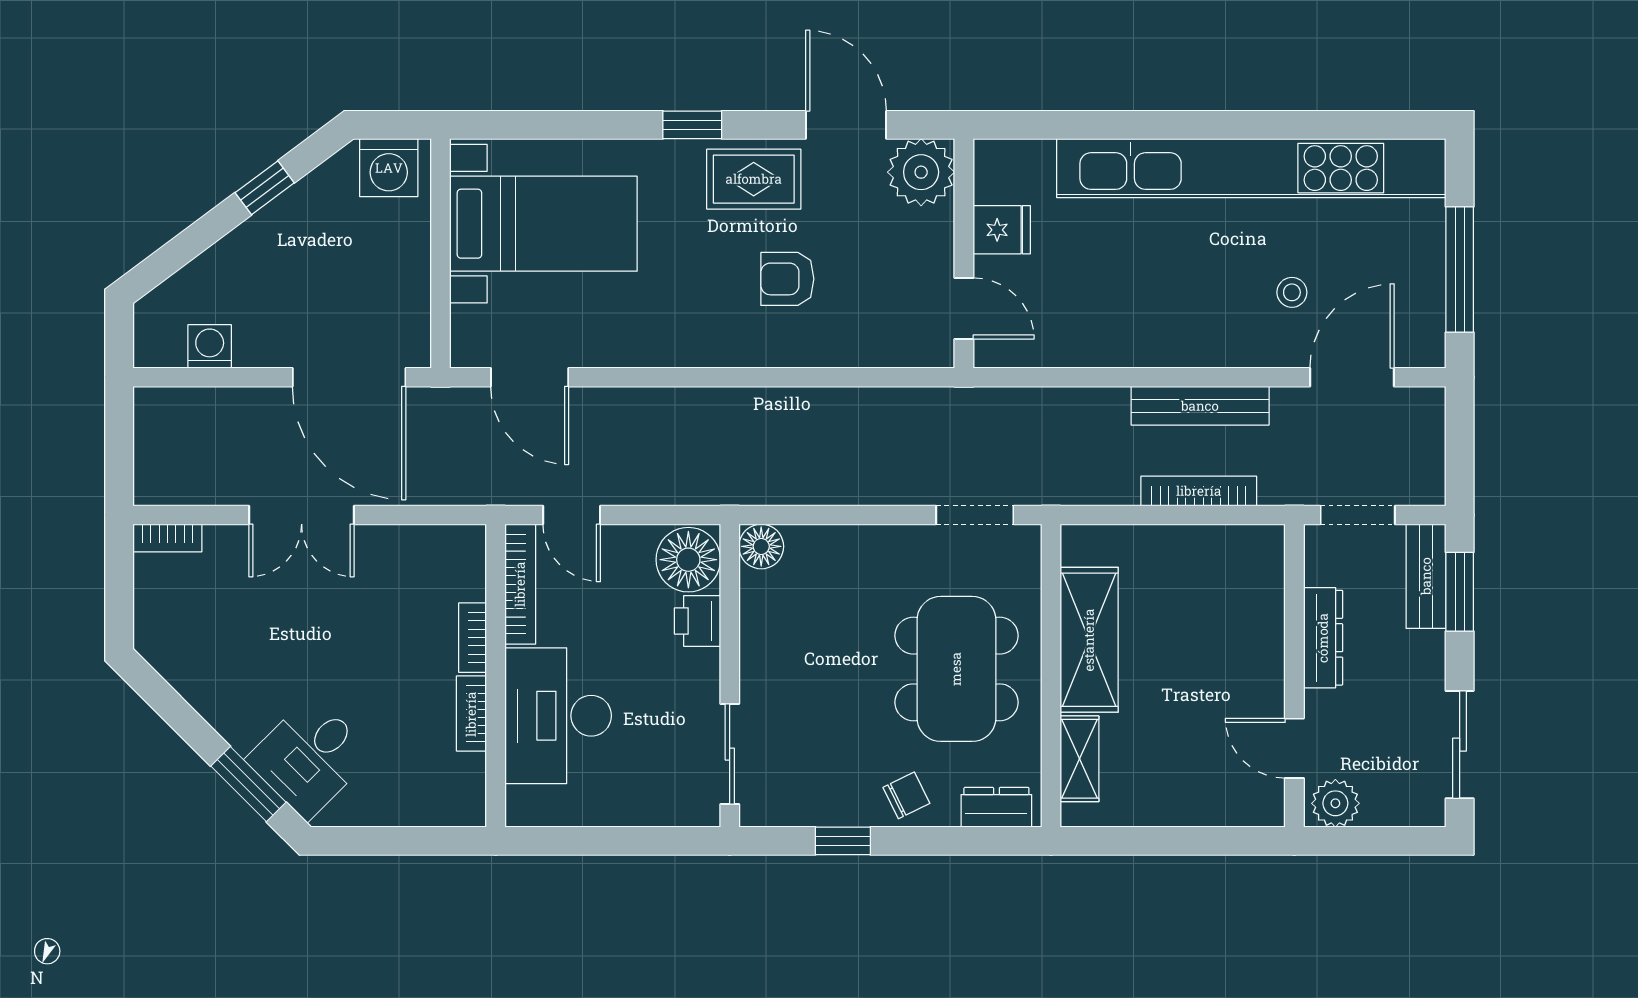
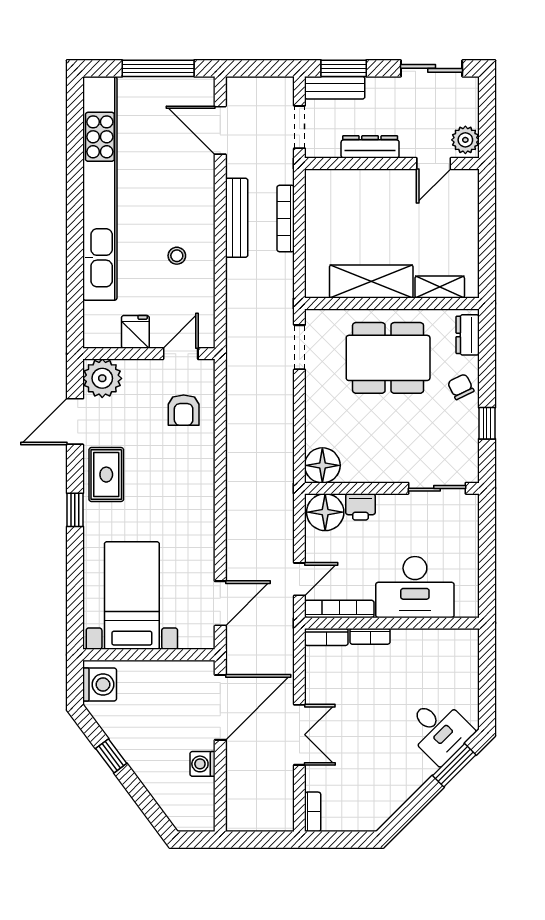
armchair: (787, 279) -> (184, 410), moved
stool: (1292, 292) -> (177, 256), moved
washing machine: (210, 346) -> (202, 764), moved
floor lamp: (761, 546) -> (322, 465), width x1.38, depth x1.38
bookcase: (471, 714) -> (326, 637), moved

